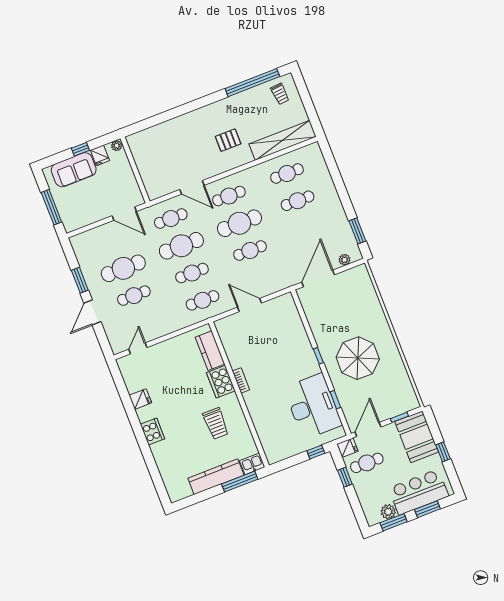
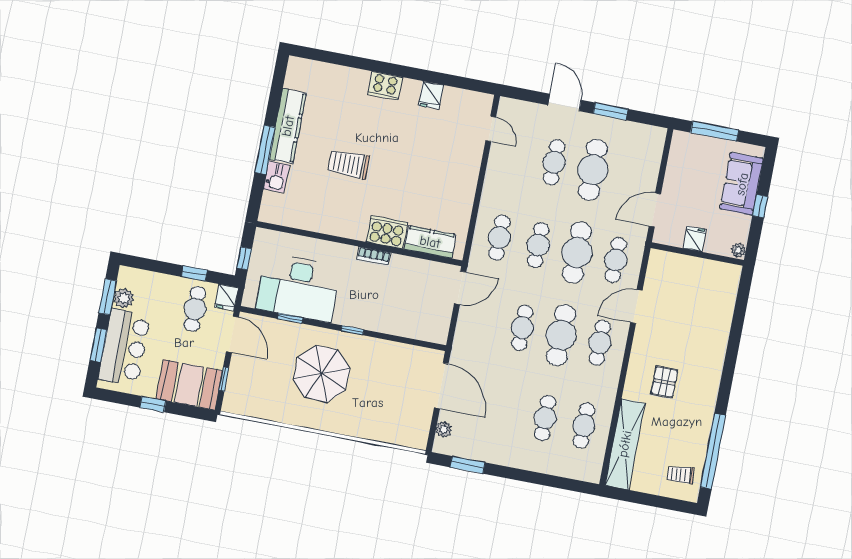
fridge: (100, 155) -> (694, 239), moved, turned 90
kitchen counter: (210, 351) -> (430, 242), moved
bookcase: (241, 380) -> (374, 256), moved
cooker: (221, 382) -> (387, 232), moved
wall: (239, 394) -> (359, 244), moved

